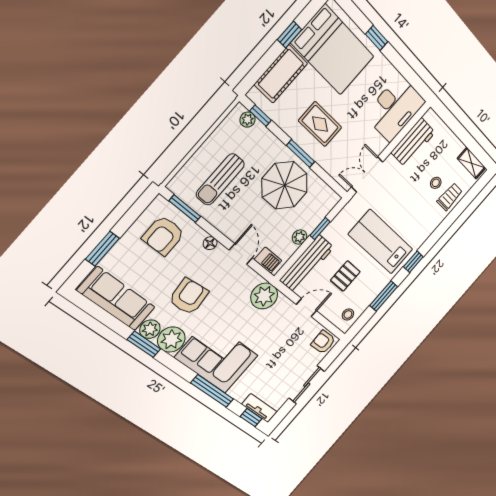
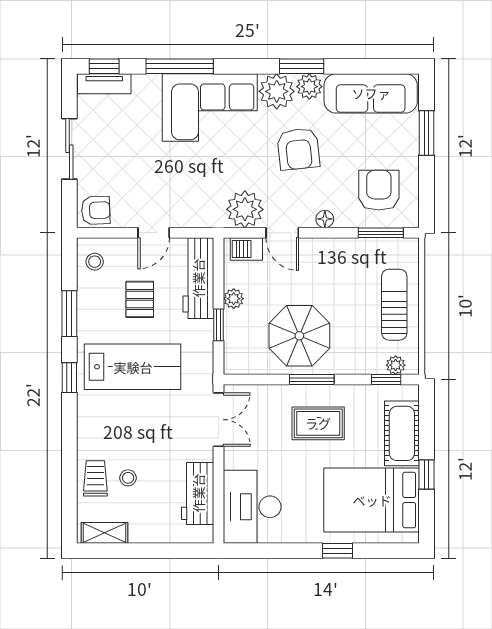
sun lounger: (220, 179) -> (394, 305), moved
trolley: (450, 197) -> (95, 478), turned 180
plant: (264, 296) -> (245, 209), moved

